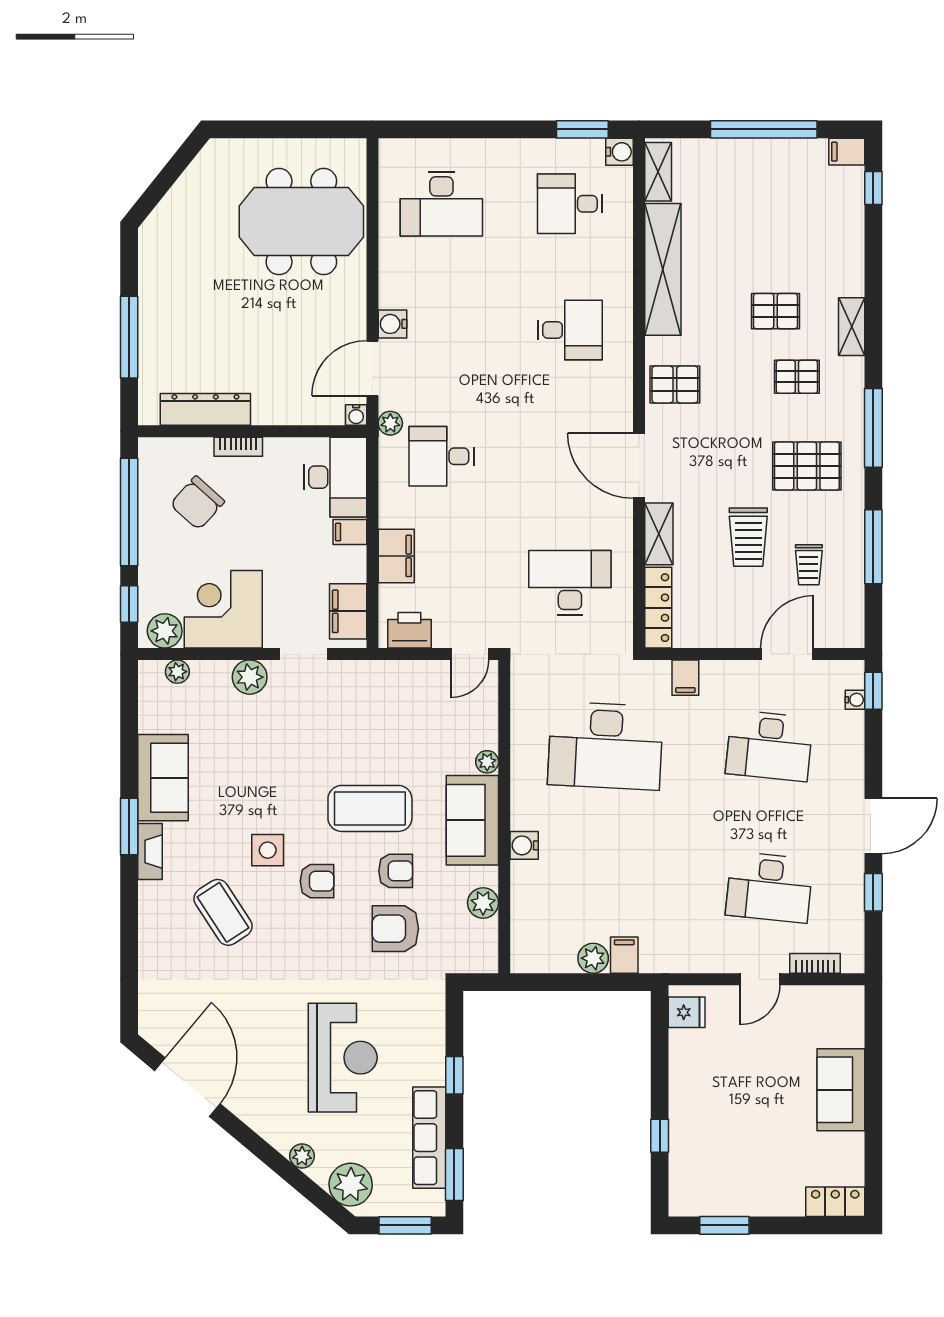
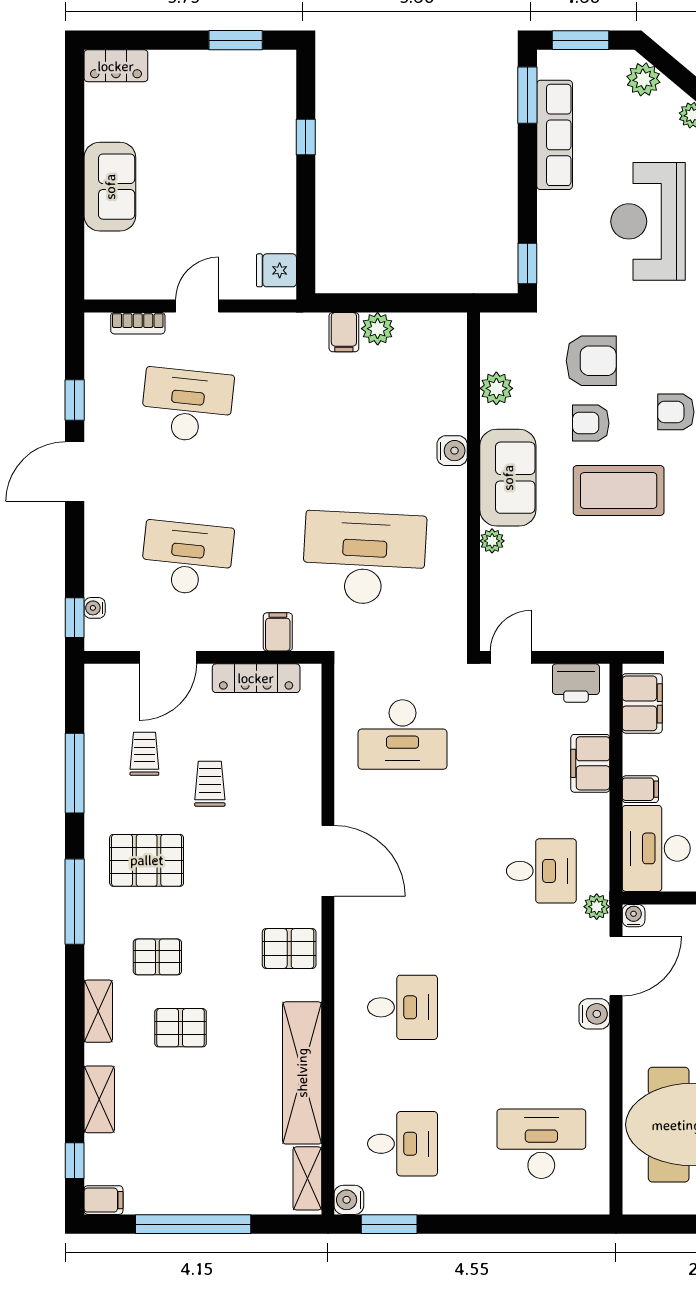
desk: (570, 330) -> (403, 1007), turned 180
shelving: (659, 534) -> (99, 1099), moved
trolley: (748, 537) -> (210, 784), width x0.73, depth x0.72
locker: (658, 608) -> (256, 678), moved, turned -90
window: (454, 1075) -> (527, 264), moved
plant: (351, 1185) -> (643, 79), width x0.73, depth x0.73

